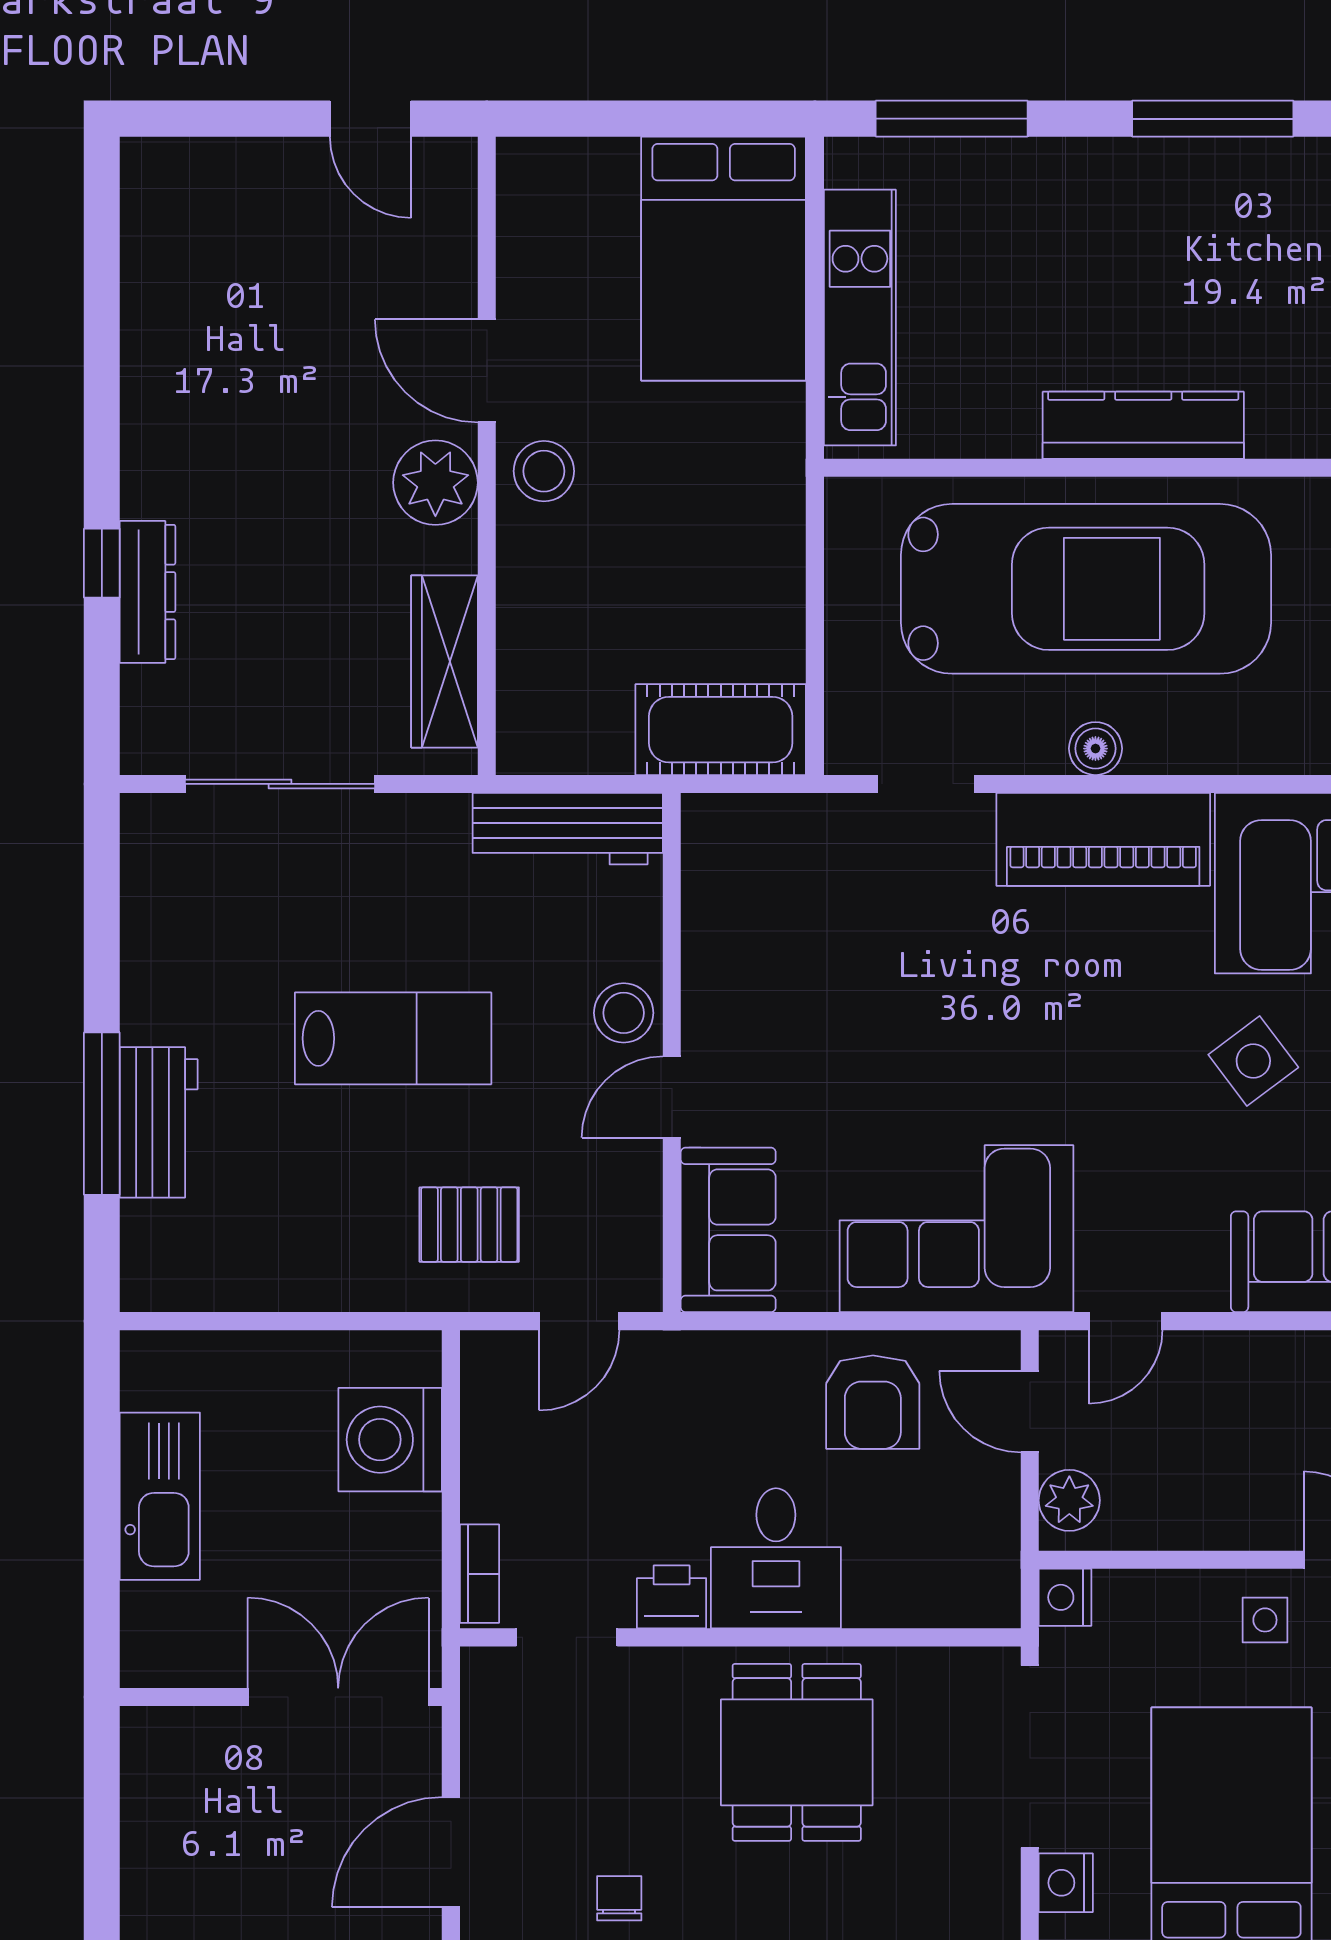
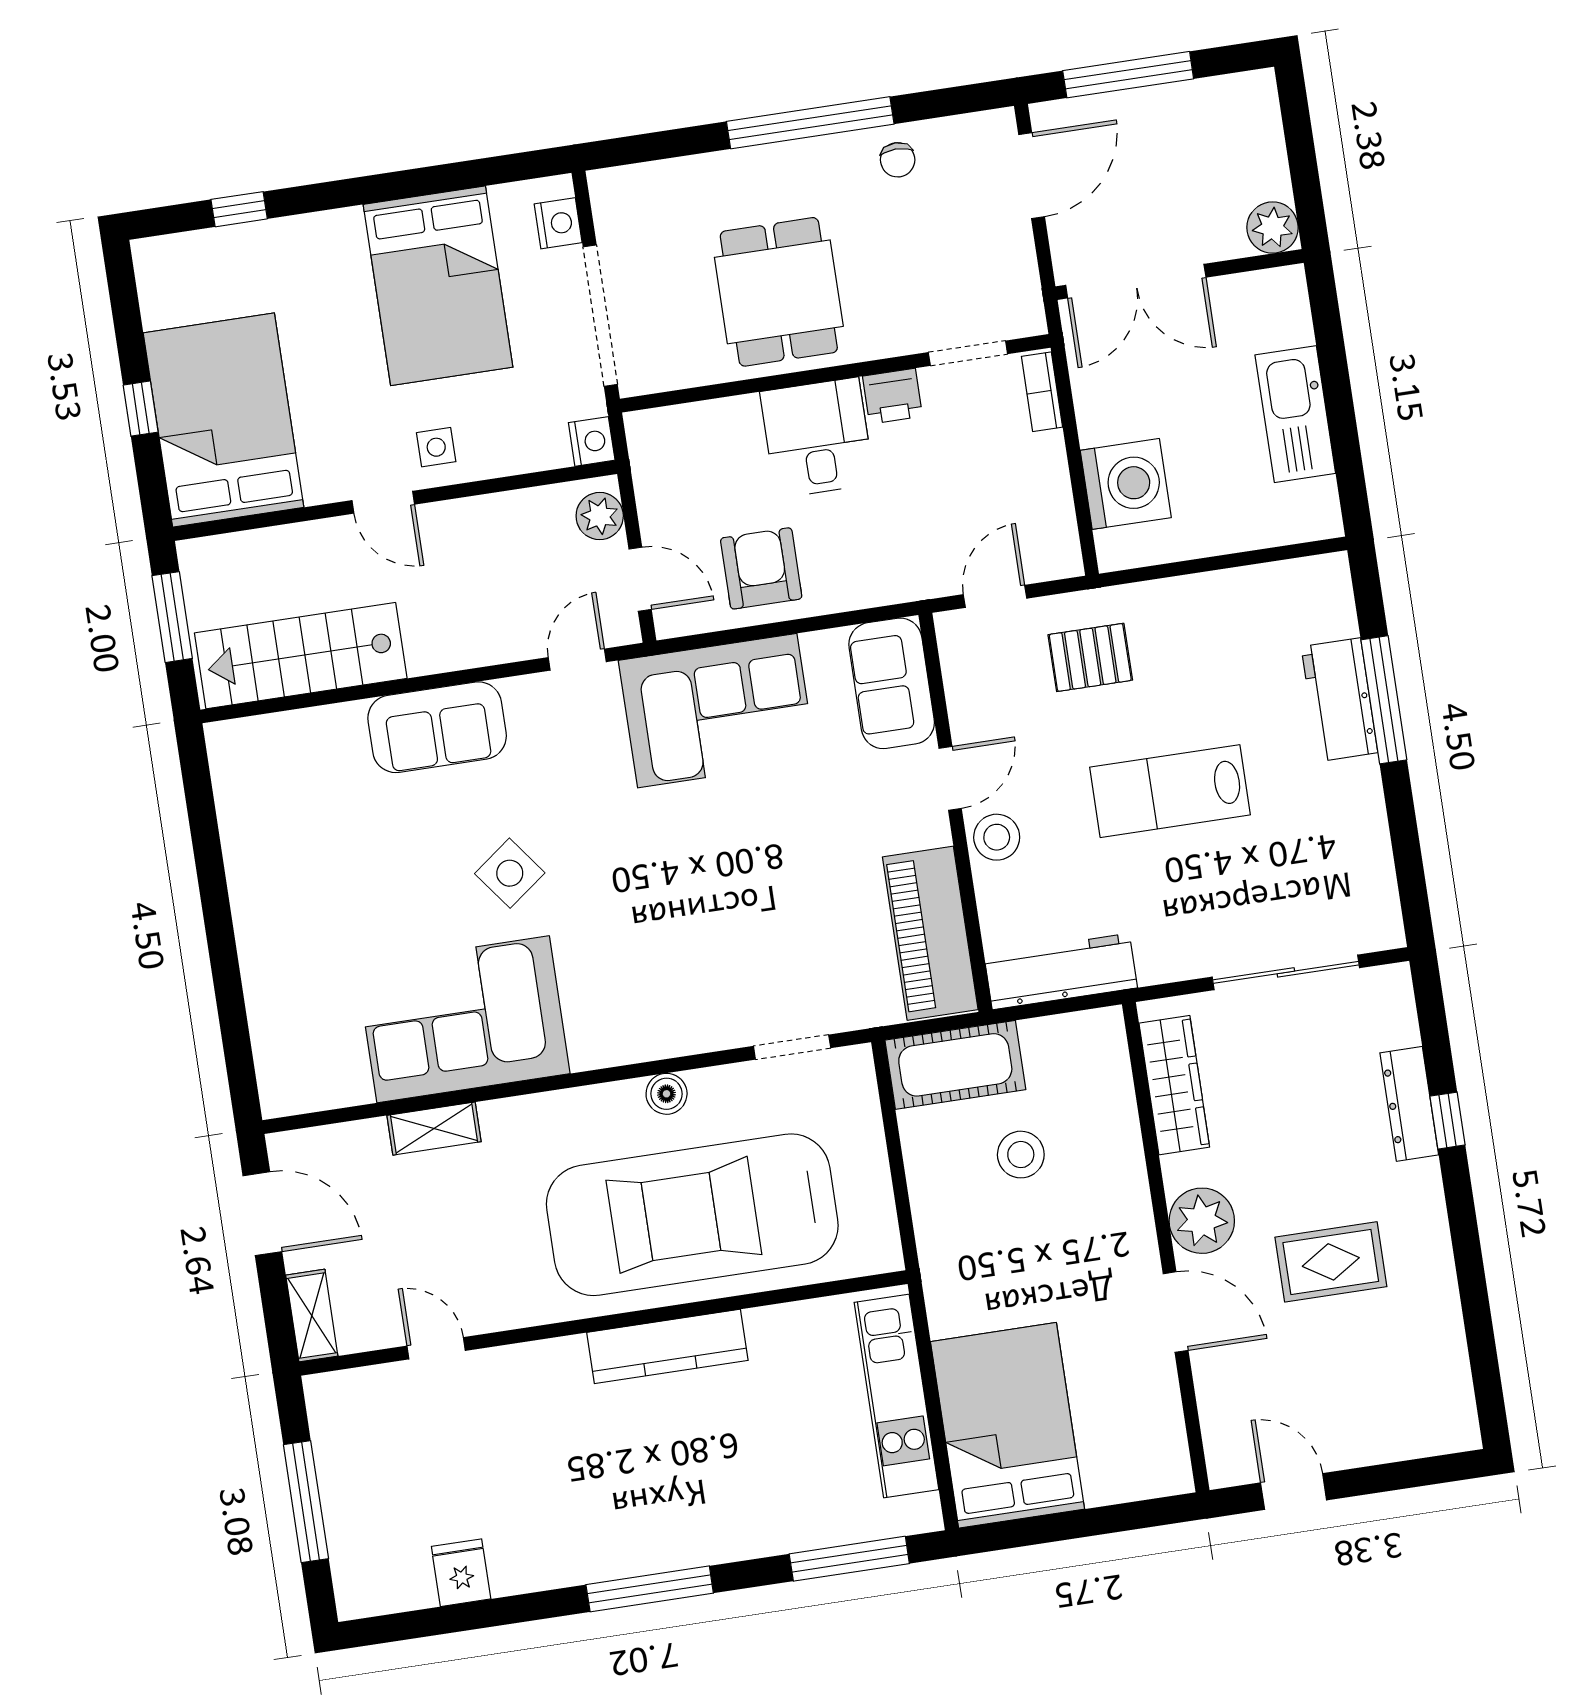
rug: (278, 405) -> (1331, 1262), added
stool: (544, 471) -> (1021, 1155), moved
piano: (1103, 839) -> (930, 933), moved, turned -90
plant: (153, 1739) -> (1273, 228), added

